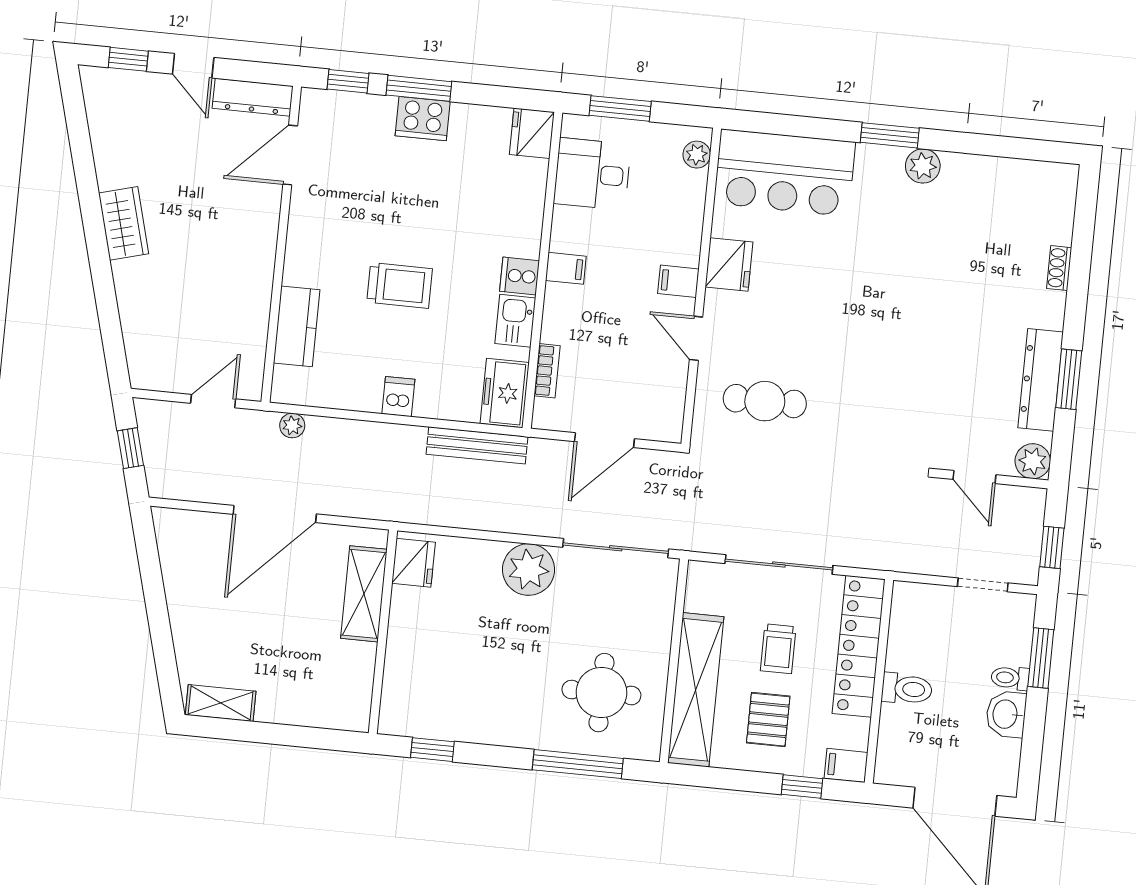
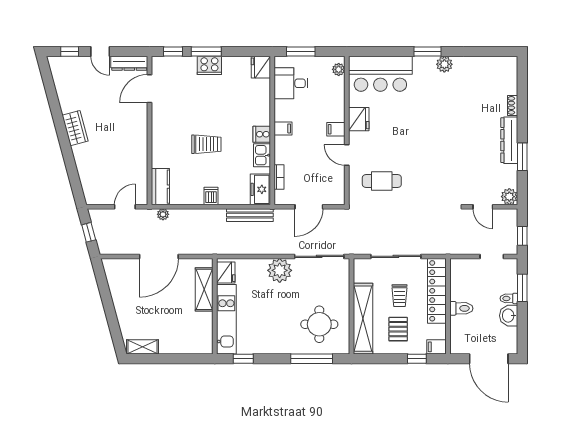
kitchen counter: (297, 326) -> (160, 187), moved
dresser: (1041, 380) -> (509, 140), moved
kitchen unit: (405, 662) -> (226, 319), added

